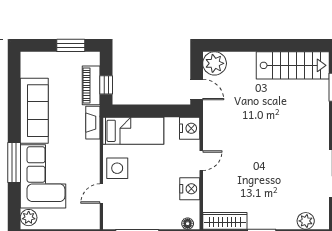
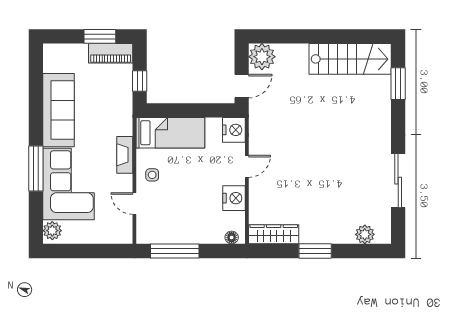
piano: (91, 85) -> (111, 53), moved, turned -90
door: (197, 89) -> (242, 86), hinge flipped
fireplace: (93, 123) -> (125, 155), moved
side table: (117, 168) -> (152, 175), width x0.54, depth x0.54
door: (101, 194) -> (134, 204), hinge flipped

